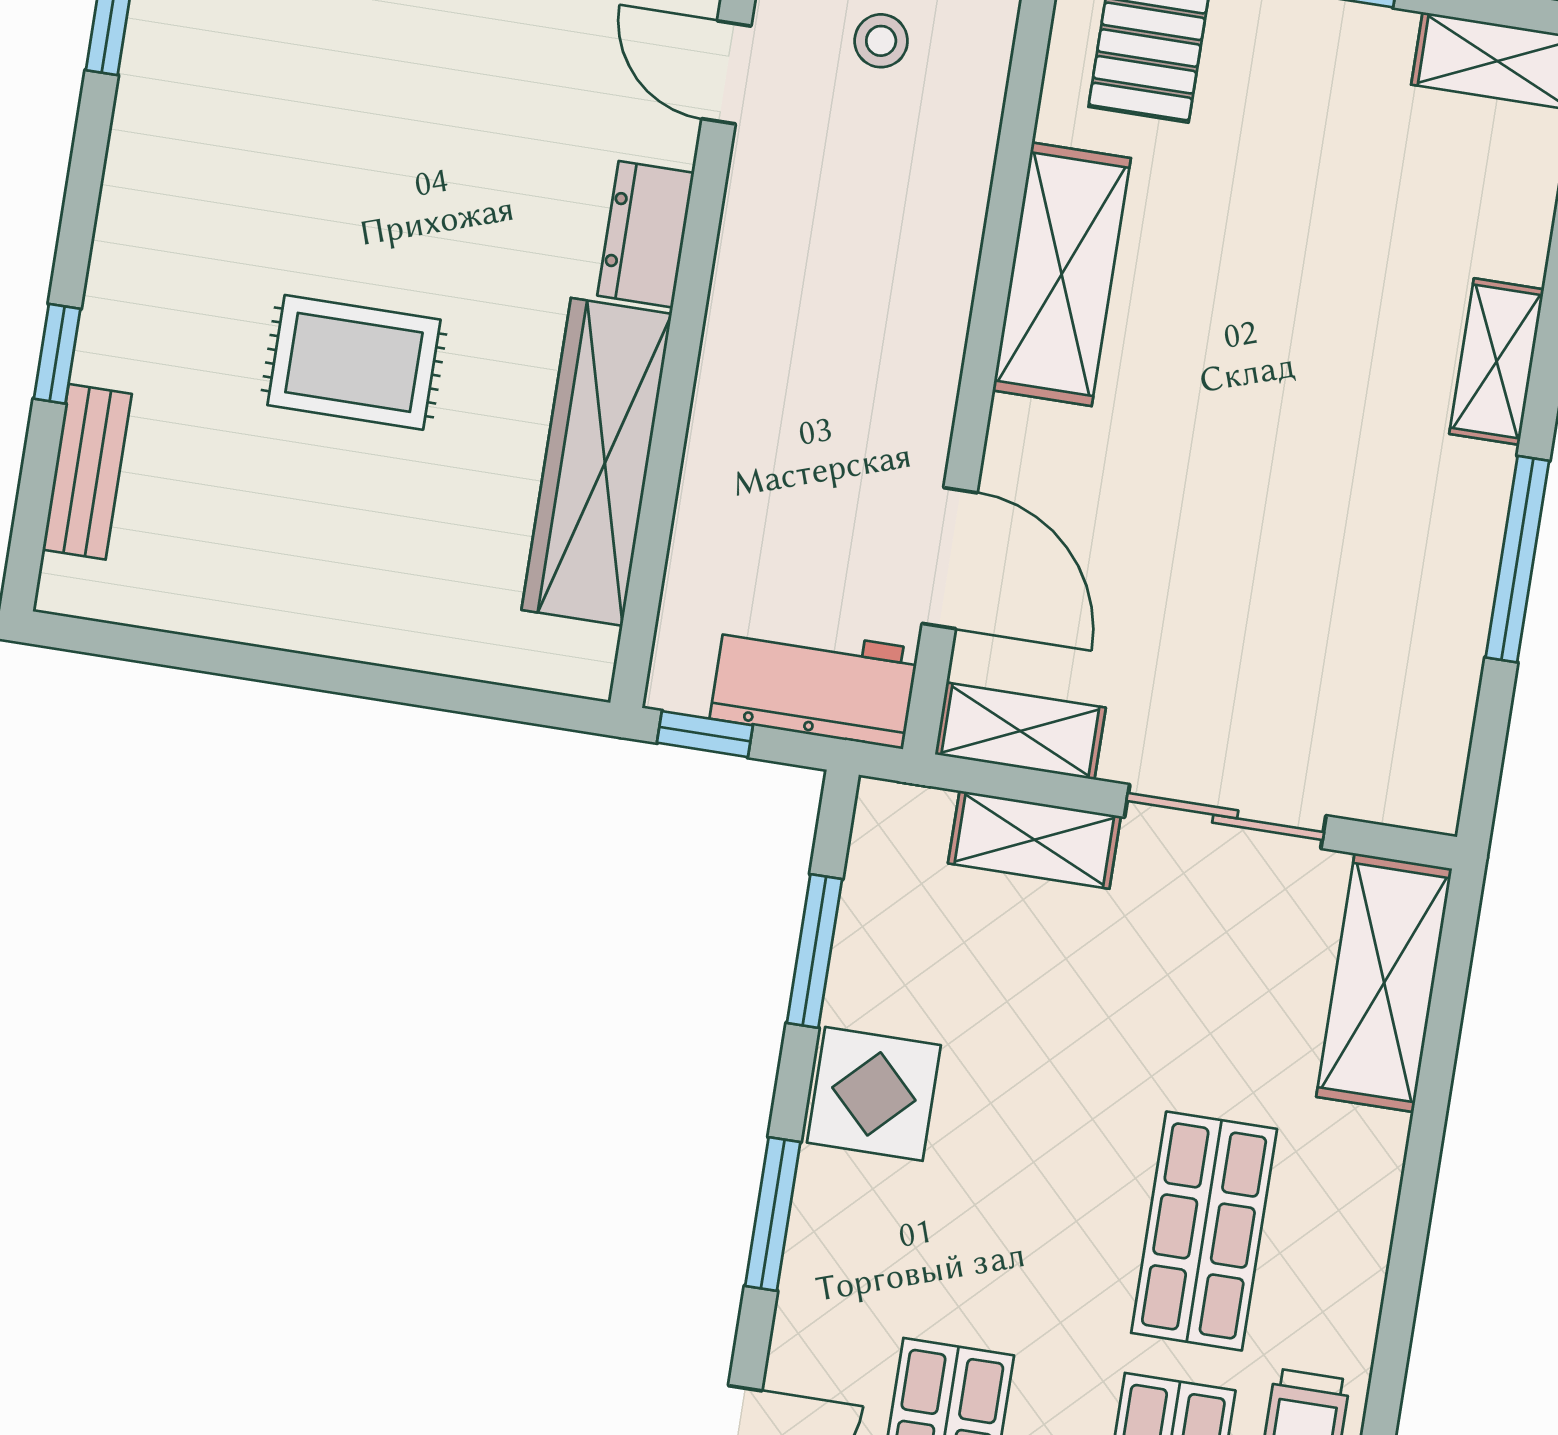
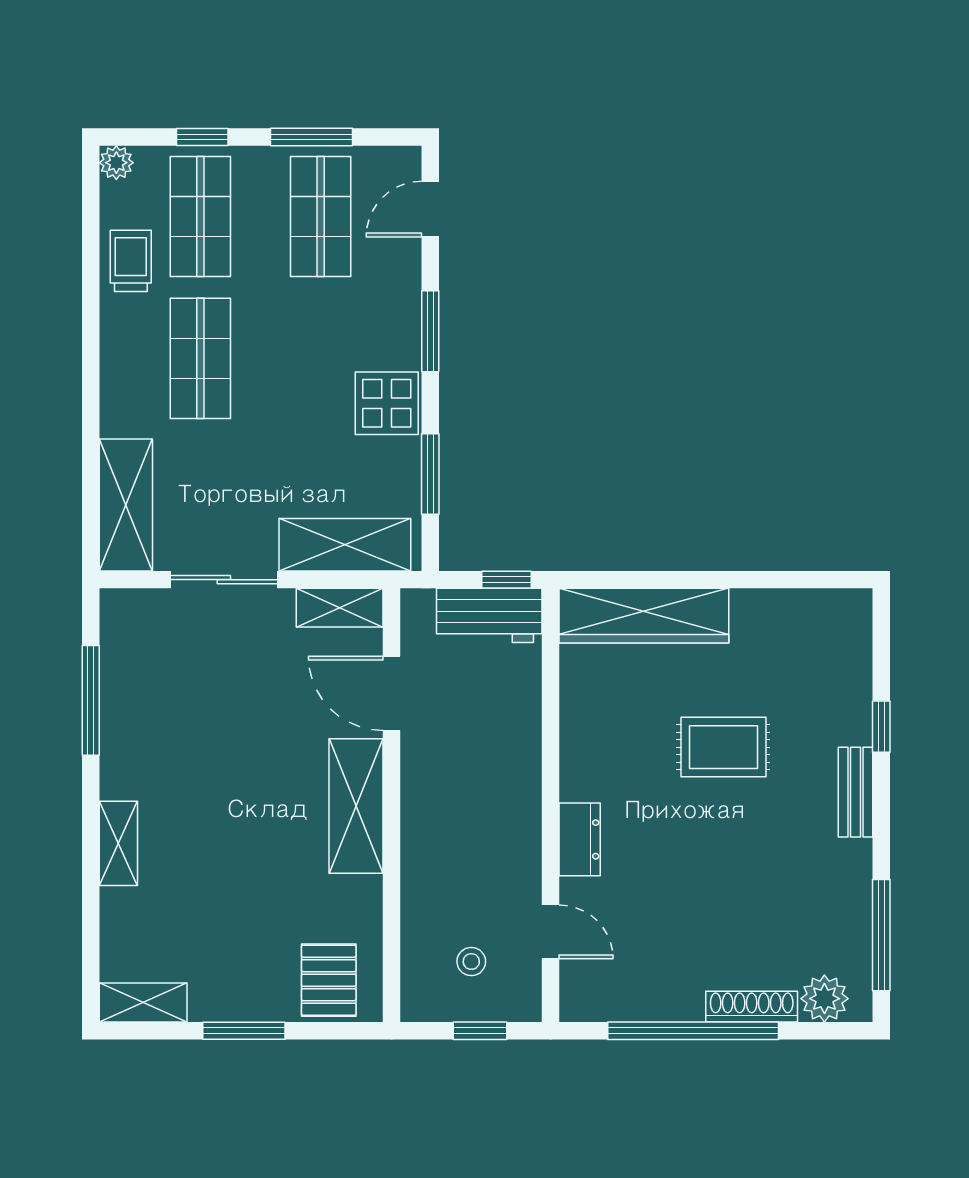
shelving: (1062, 274) -> (356, 806), moved
wardrobe: (597, 462) -> (644, 616), moved, turned 90
bench: (87, 472) -> (856, 792), moved
window: (1517, 559) -> (91, 700), moved
workbench: (814, 684) -> (489, 615), moved
shelving: (1034, 840) -> (345, 545), width x1.50, depth x1.33

